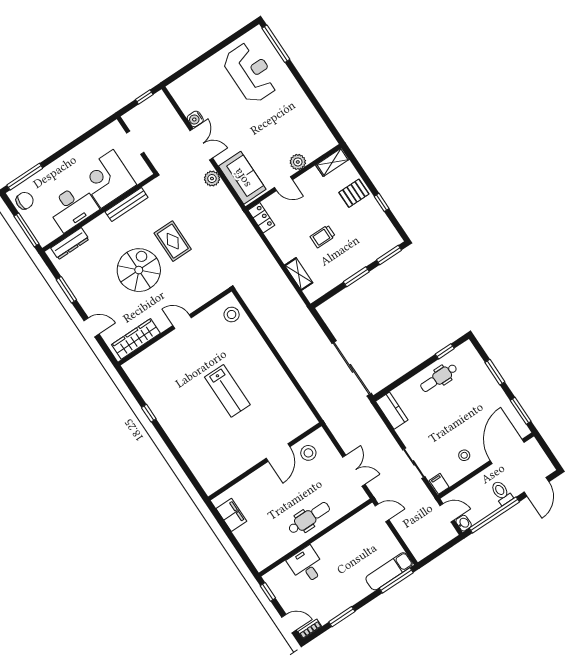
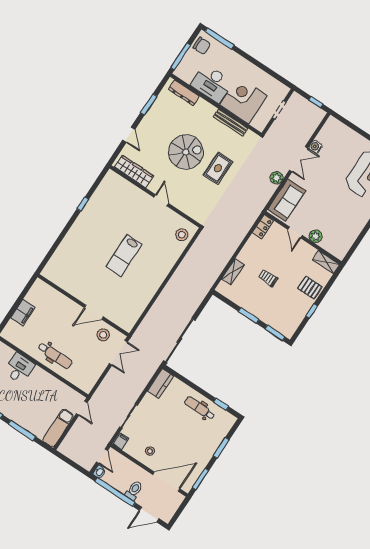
double door: (354, 471) -> (118, 353), moved
filing cabinet: (231, 515) -> (23, 313), moved
exam couch: (389, 571) -> (58, 428), moved, turned -90
window: (396, 580) -> (22, 430), moved

